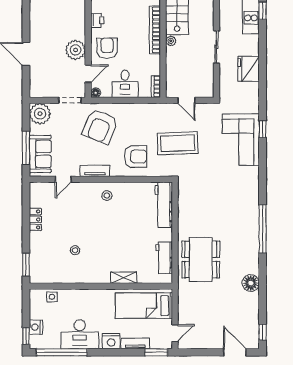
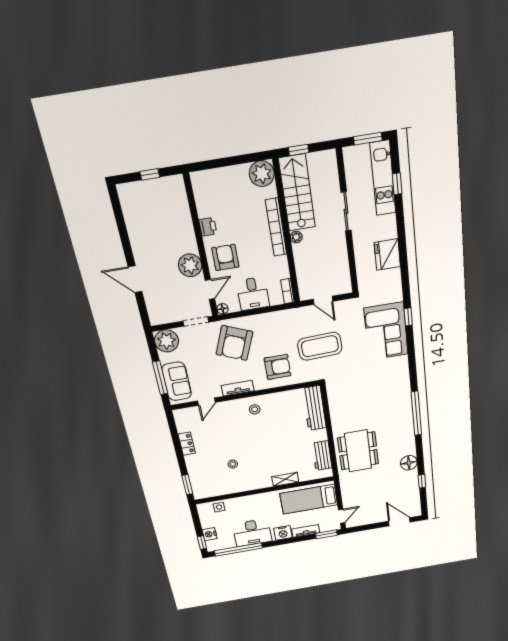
sliding door: (216, 47) -> (346, 211), moved
window: (263, 332) -> (422, 481), moved

